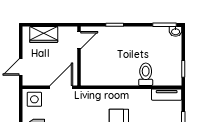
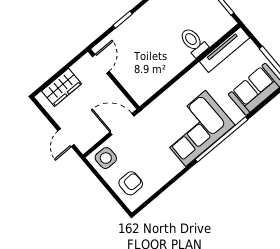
door: (61, 87) -> (122, 124), hinge flipped
tv unit: (167, 95) -> (225, 50), width x1.41

